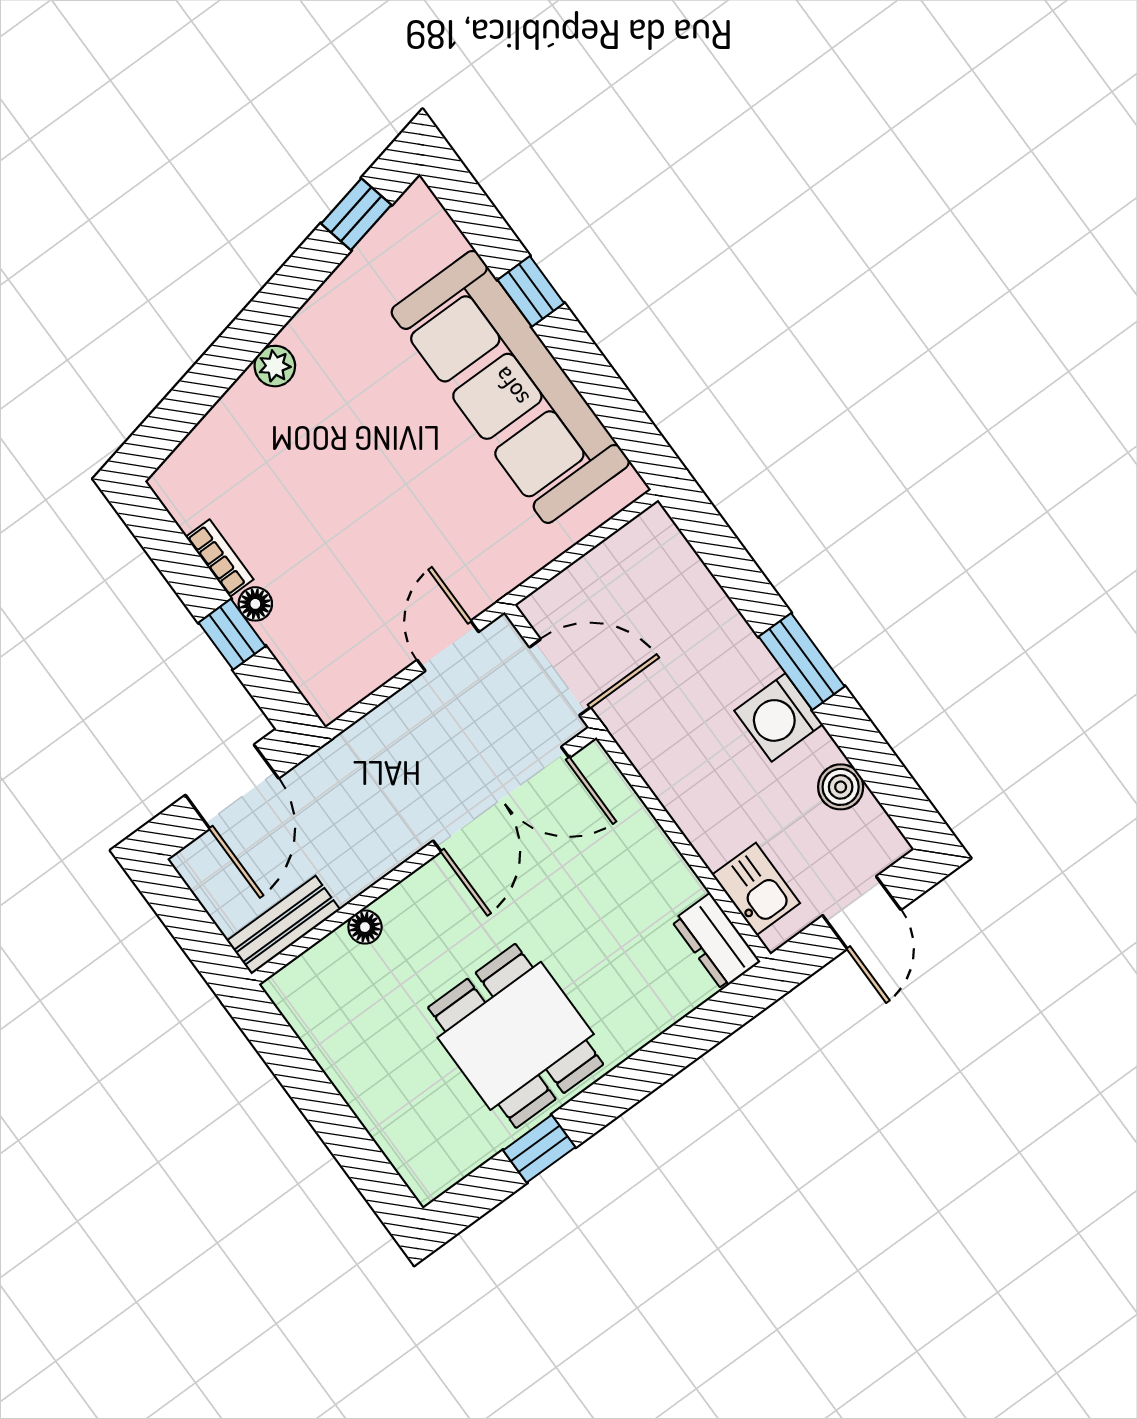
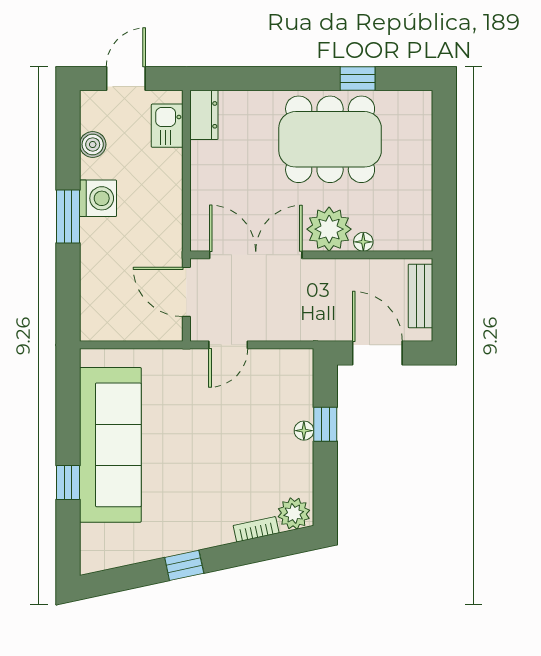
window: (356, 214) -> (184, 565), moved
plant: (275, 366) -> (294, 514), moved, width x1.38, depth x1.38
bookcase: (220, 558) -> (256, 529), moved, turned 78
door: (232, 787) -> (377, 353), hinge flipped
plant: (426, 910) -> (329, 229), added
bench: (284, 925) -> (420, 296), moved, turned 90
dining table: (516, 1036) -> (330, 139), width x1.38

